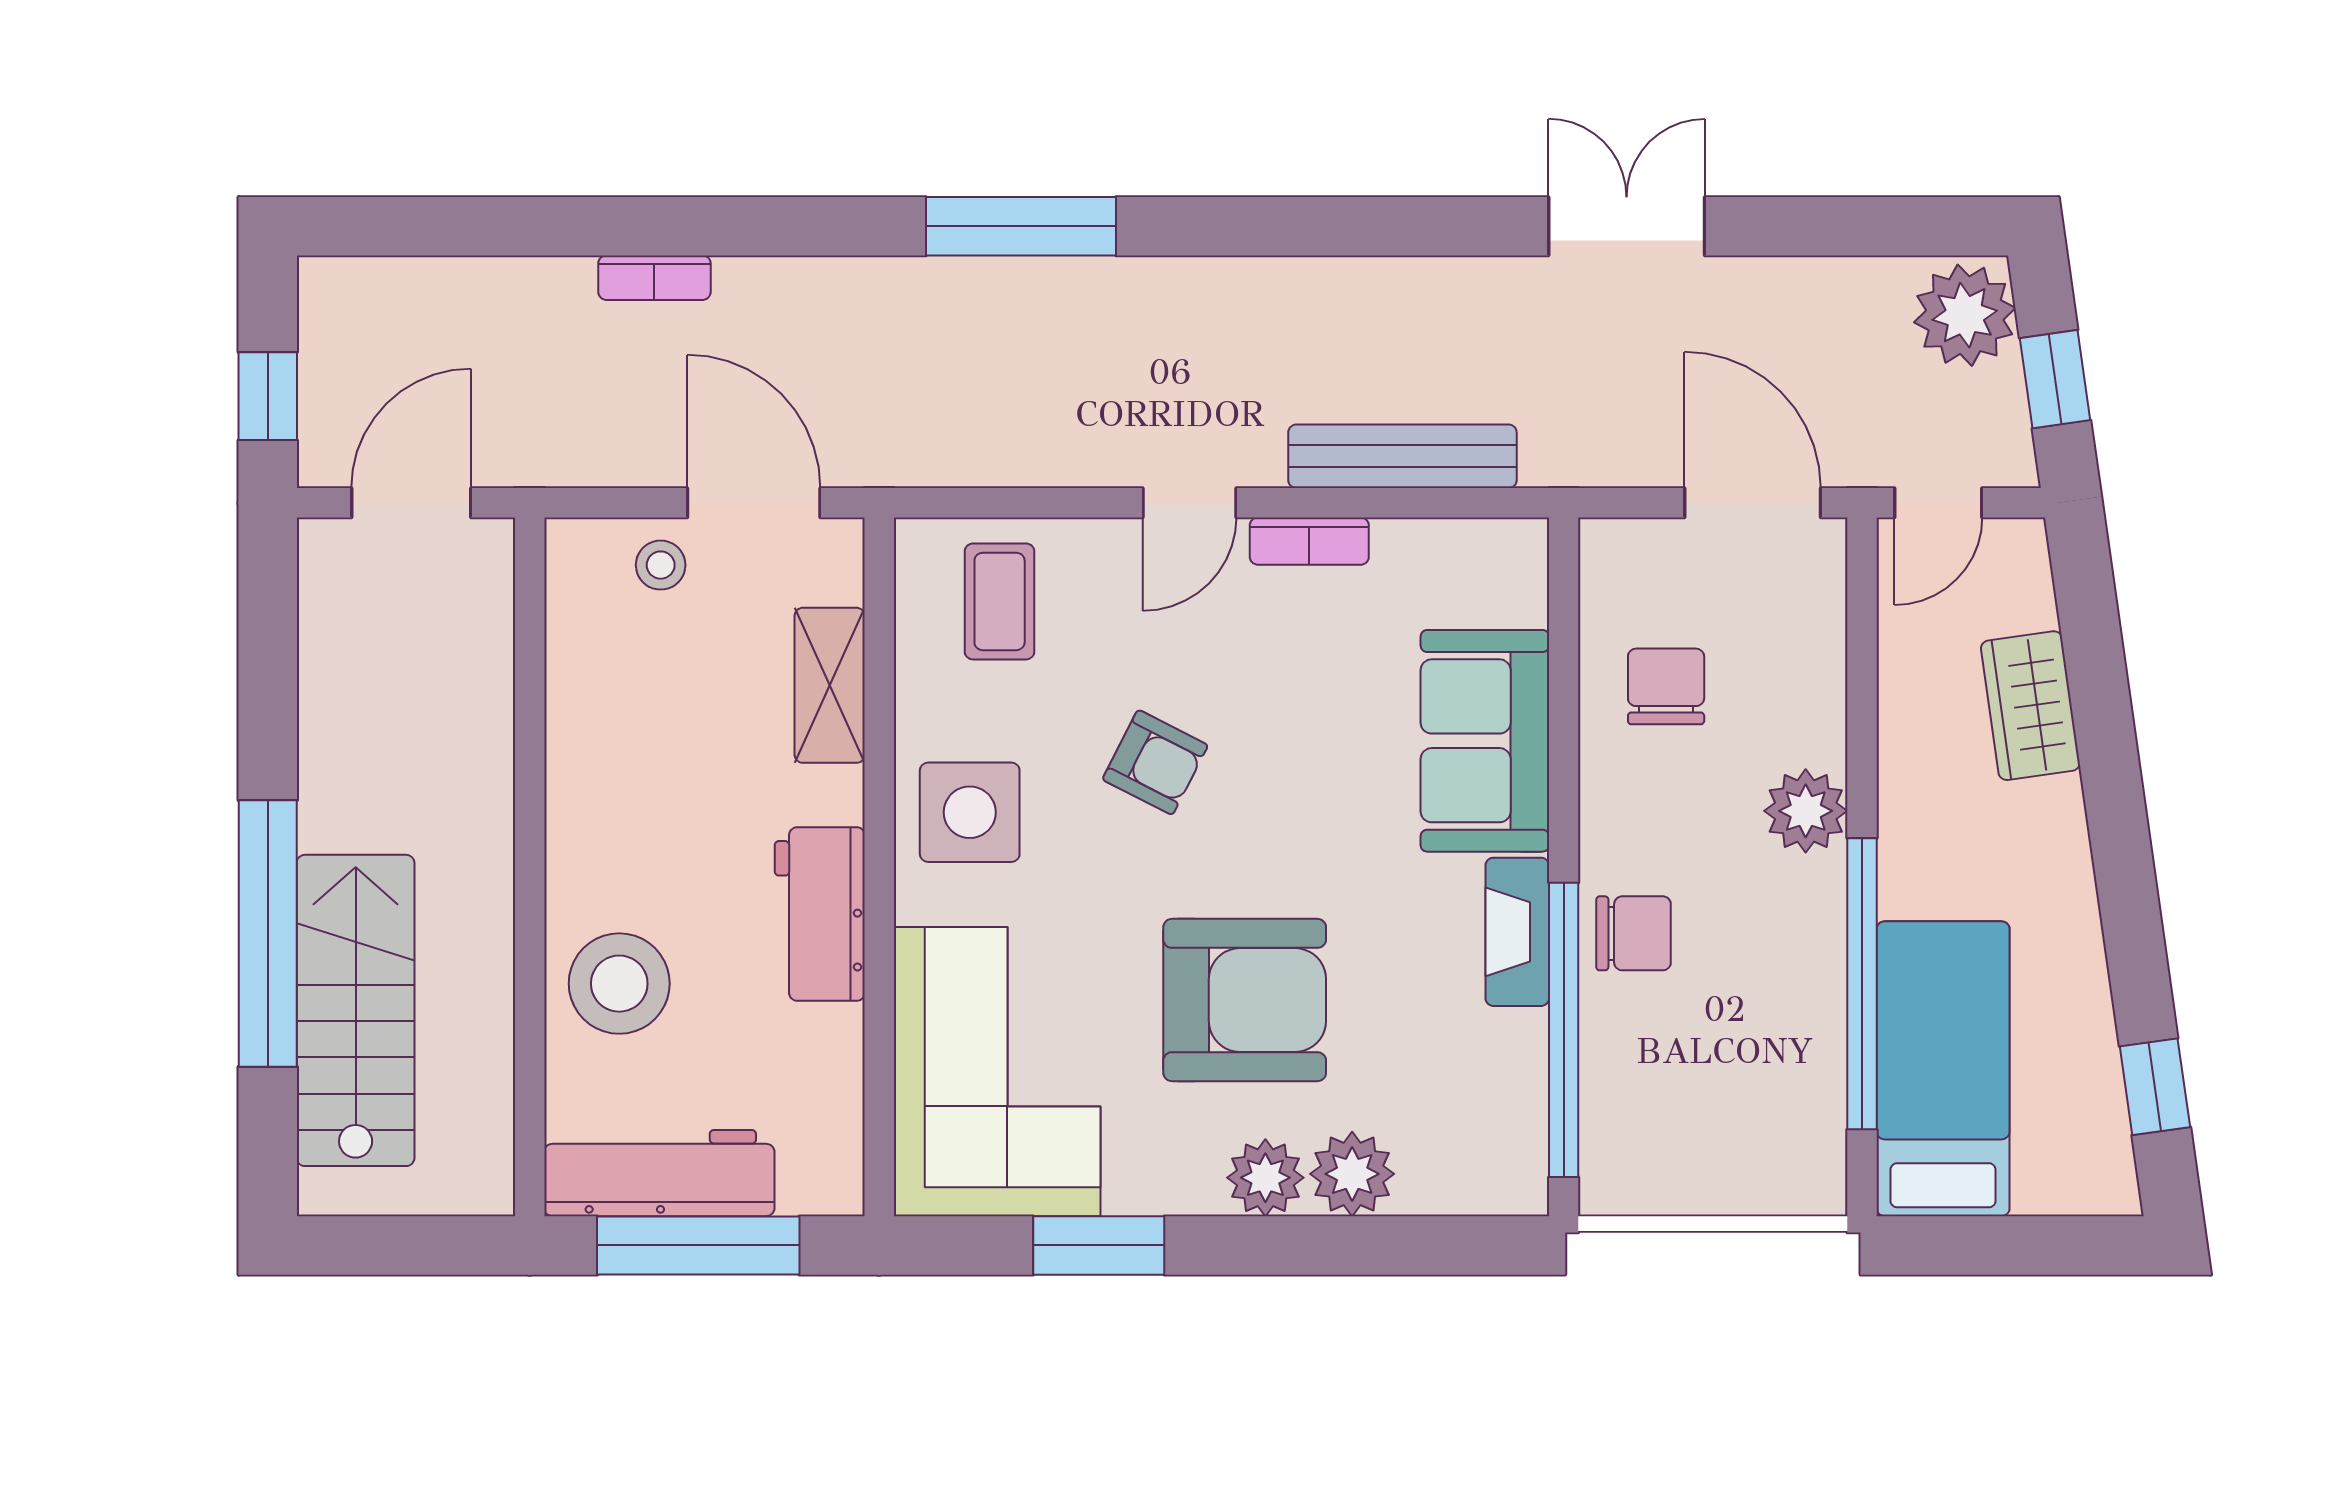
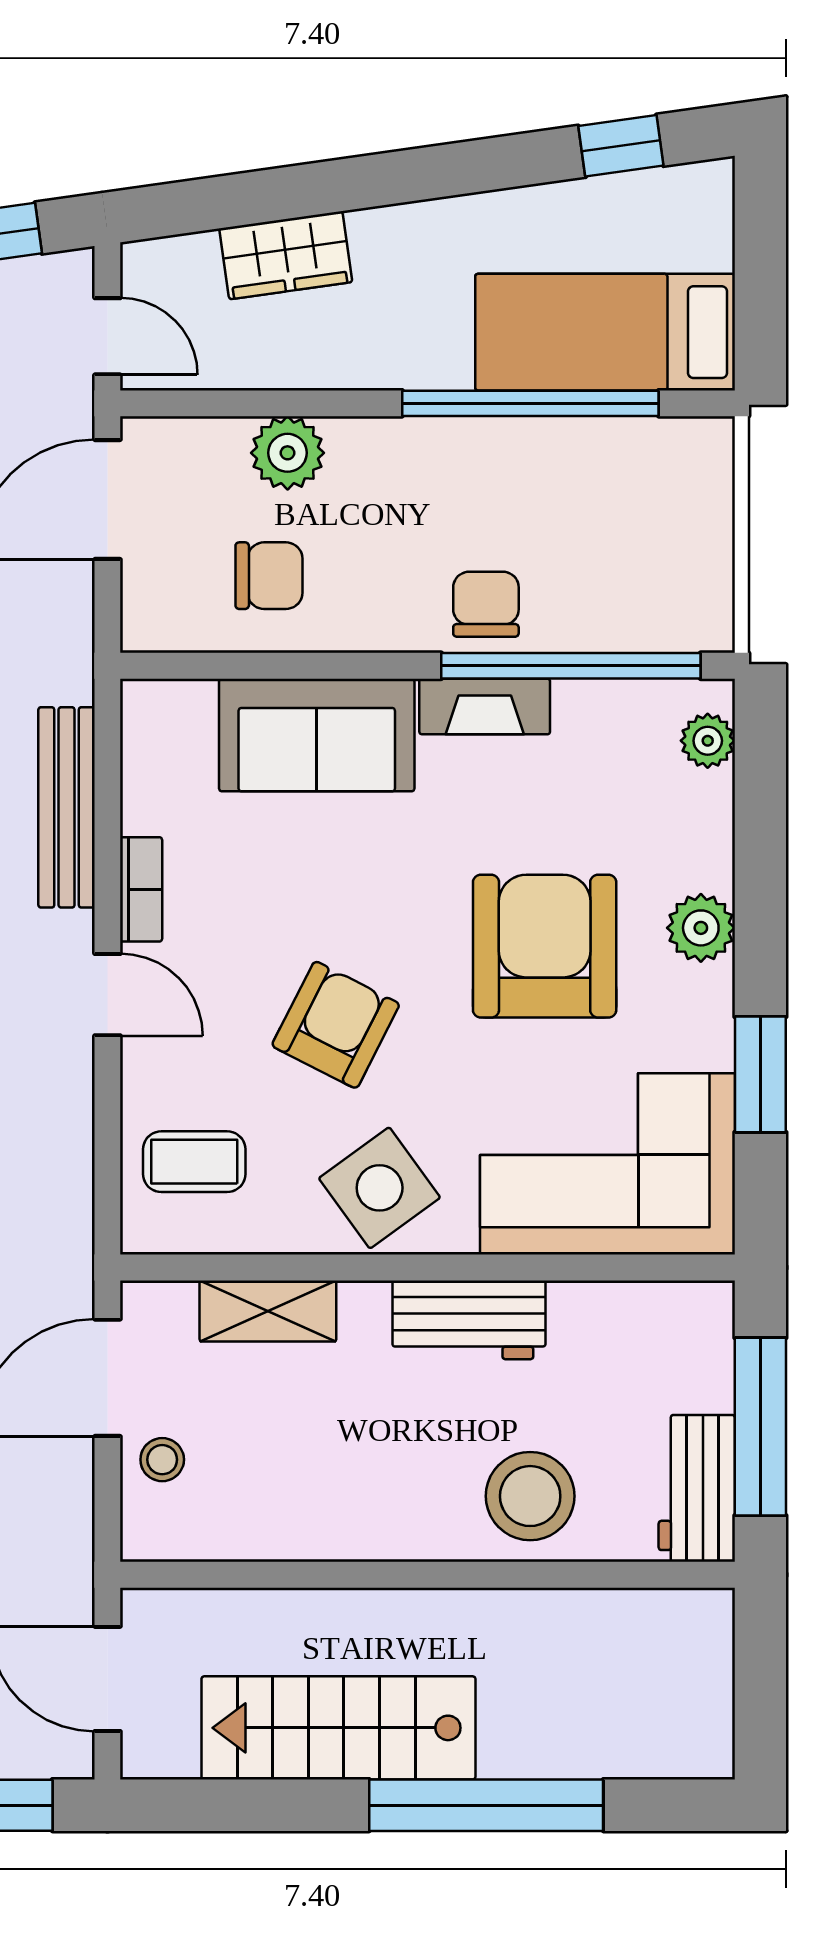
chair: (1666, 686) -> (269, 576), turned 180
armchair: (1155, 762) -> (336, 1025), width x1.38, depth x1.38
plant: (1806, 811) -> (288, 453), moved
side table: (970, 812) -> (380, 1188), turned -36
stairs: (356, 1010) -> (338, 1728), moved
workbench: (659, 1173) -> (697, 1488), width x0.73
plant: (1352, 1174) -> (708, 741), moved, width x0.73, depth x0.73

